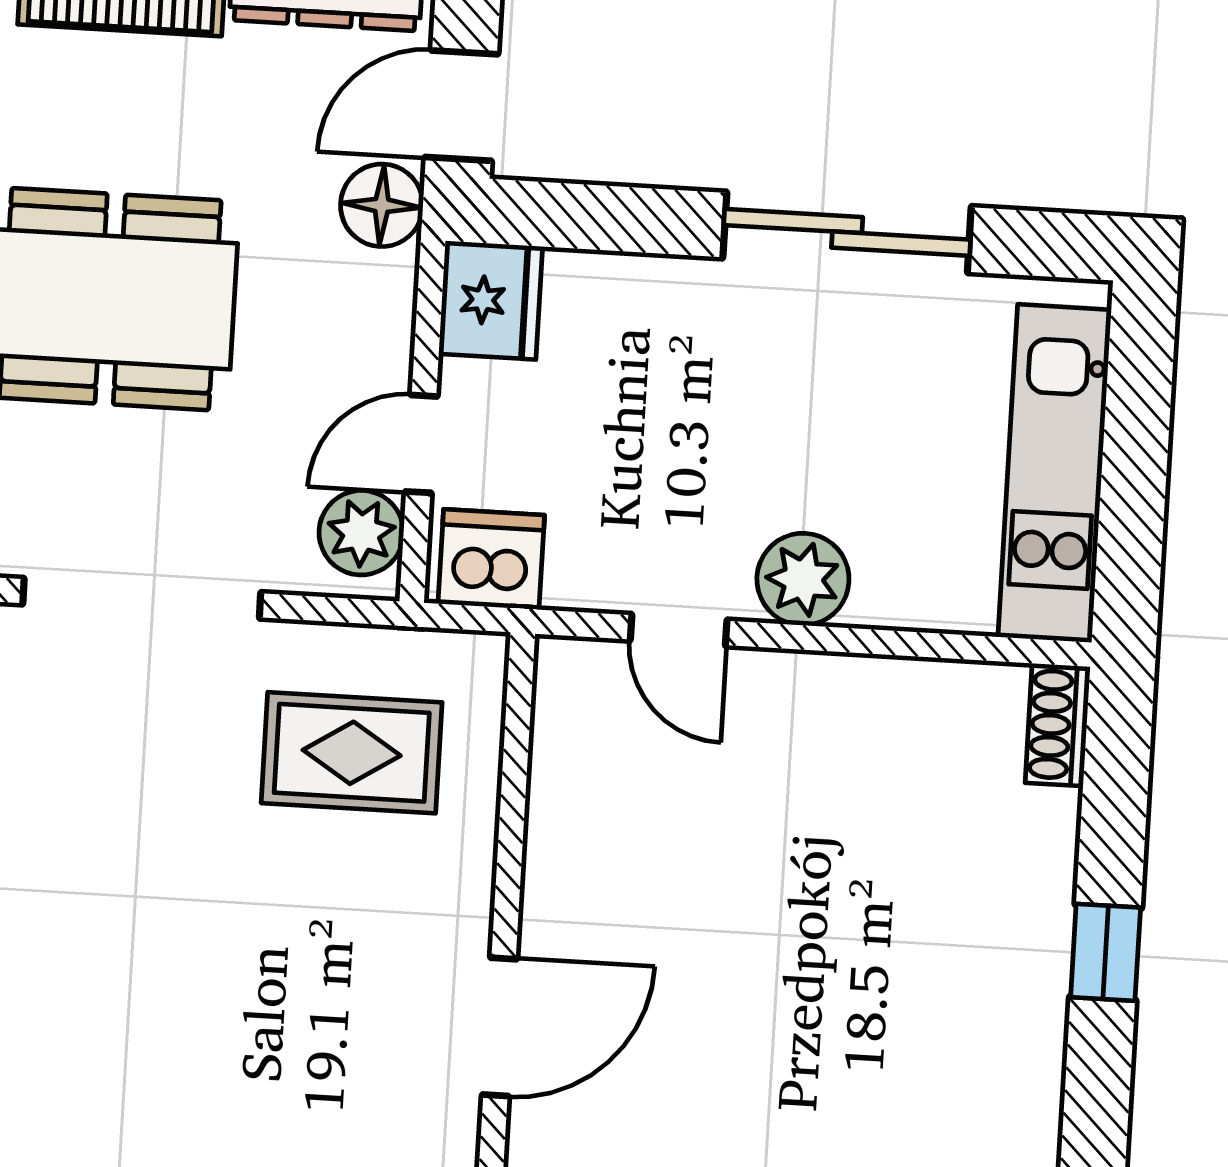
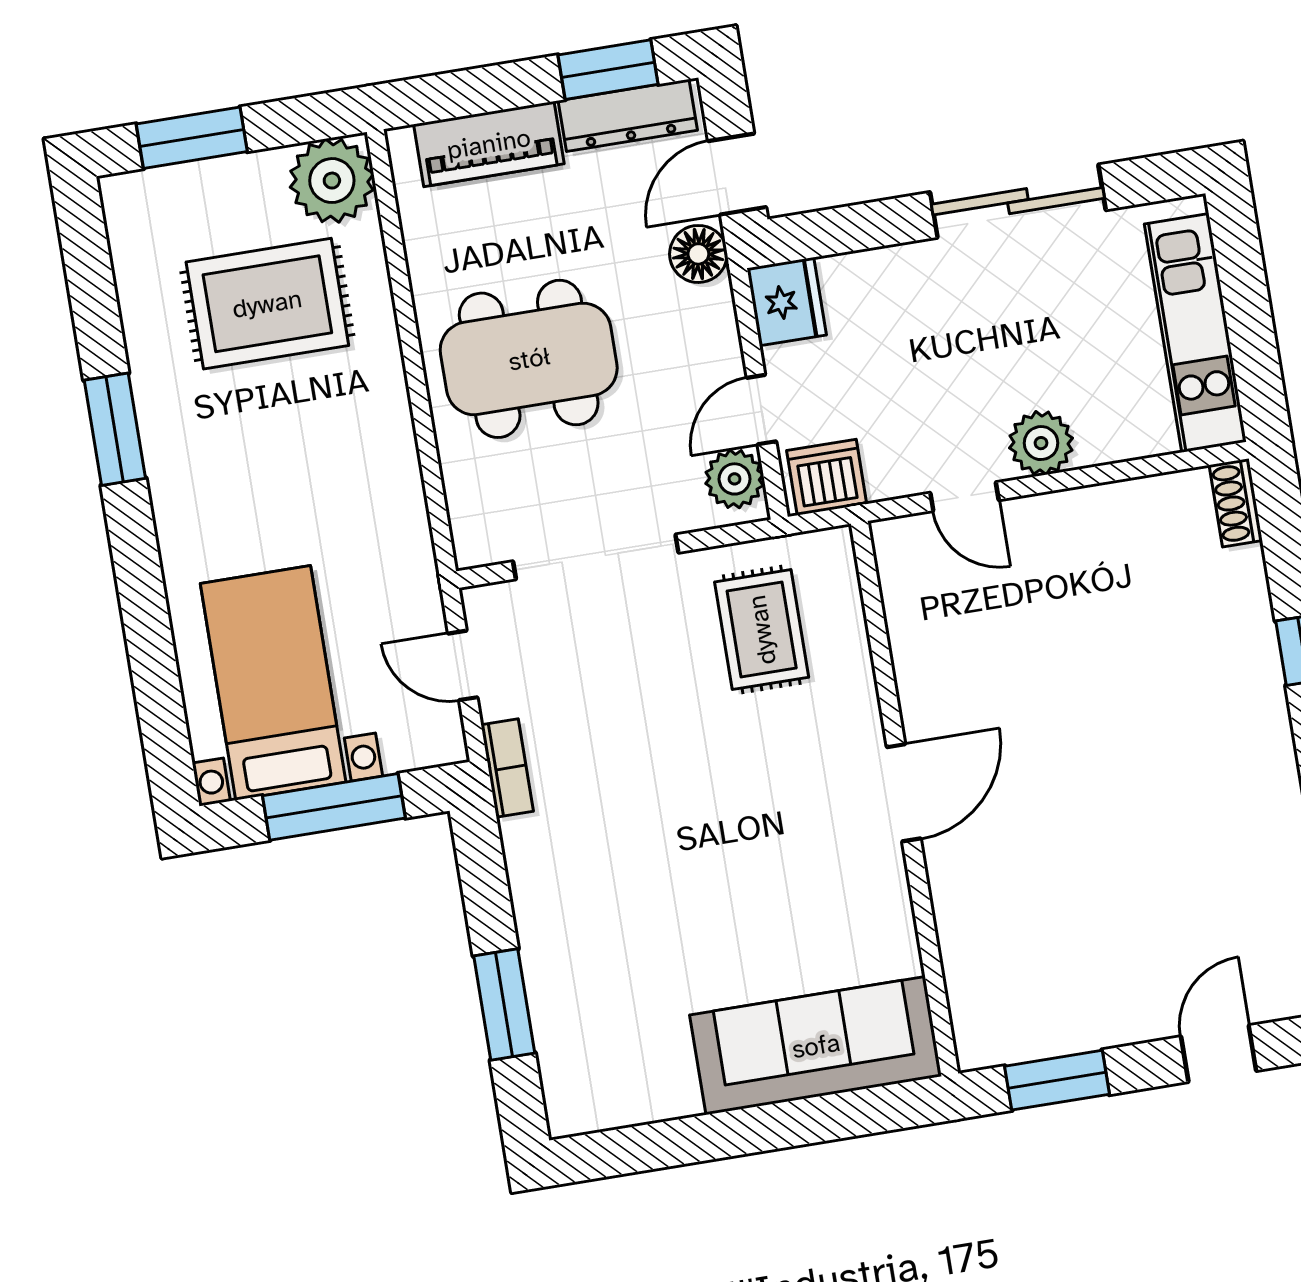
rug: (352, 753) -> (762, 630), turned 90

